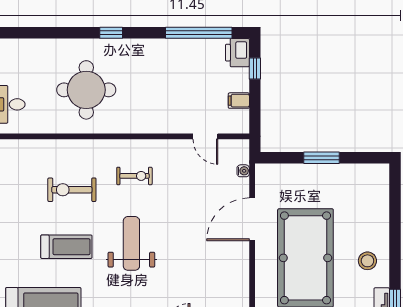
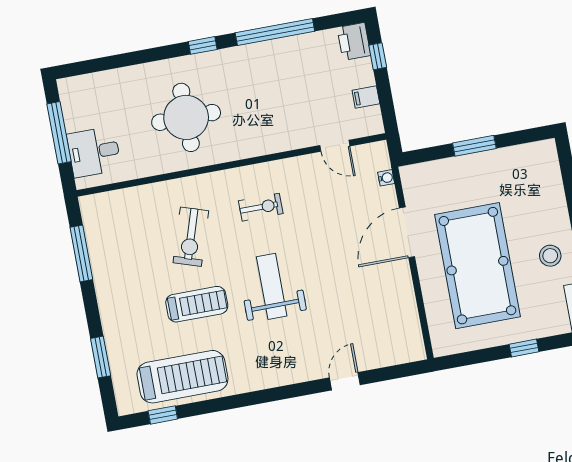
window: (199, 33) -> (275, 32), moved
exercise bike: (72, 190) -> (191, 237), turned -72

